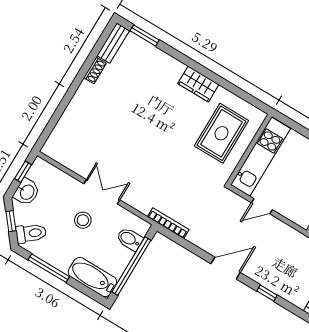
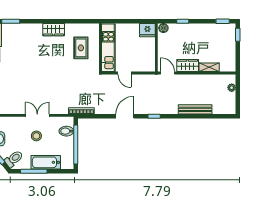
rug: (221, 133) -> (81, 48), width x0.73, depth x0.70
door: (262, 206) -> (124, 73), hinge flipped
bathtub: (92, 277) -> (46, 162), moved

